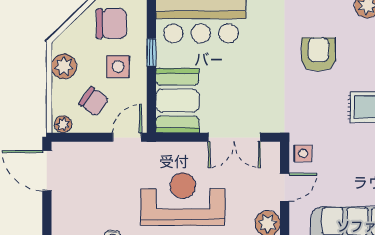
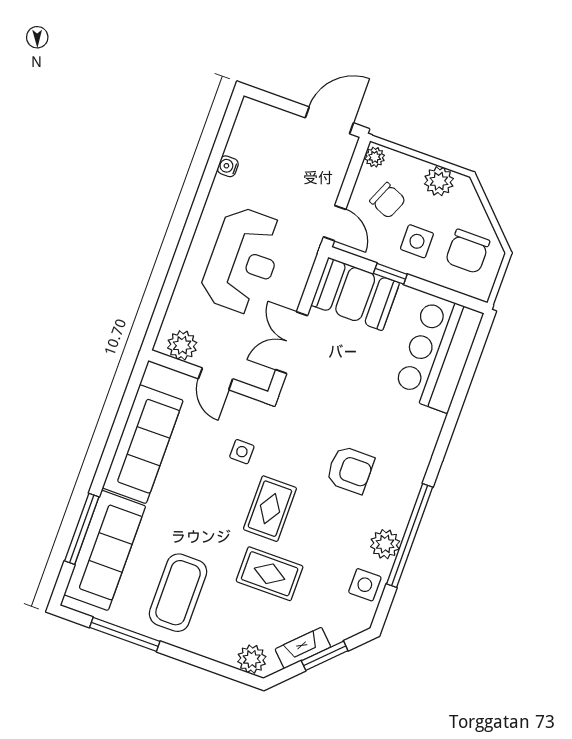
window: (151, 52) -> (390, 274), moved
chair: (94, 102) -> (388, 200), turned -103
side table: (303, 153) -> (242, 452), moved

